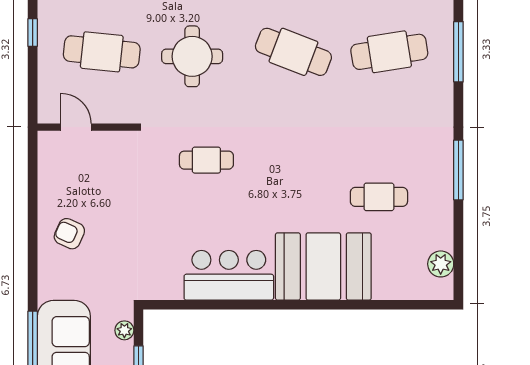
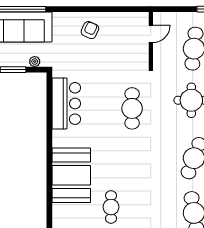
cafe table: (206, 160) -> (132, 108), width x1.37, depth x1.35
bar counter: (229, 275) -> (66, 103), moved

